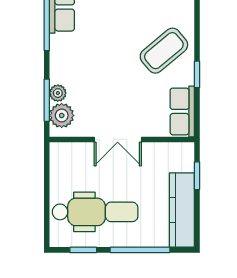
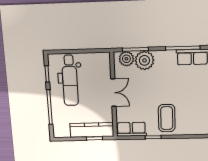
coffee table: (164, 51) -> (167, 118), turned 40
plant: (58, 93) -> (144, 60), width x1.88, depth x1.88
double door: (118, 139) -> (113, 93), swing flipped
kitchen counter: (182, 210) -> (92, 130), moved

